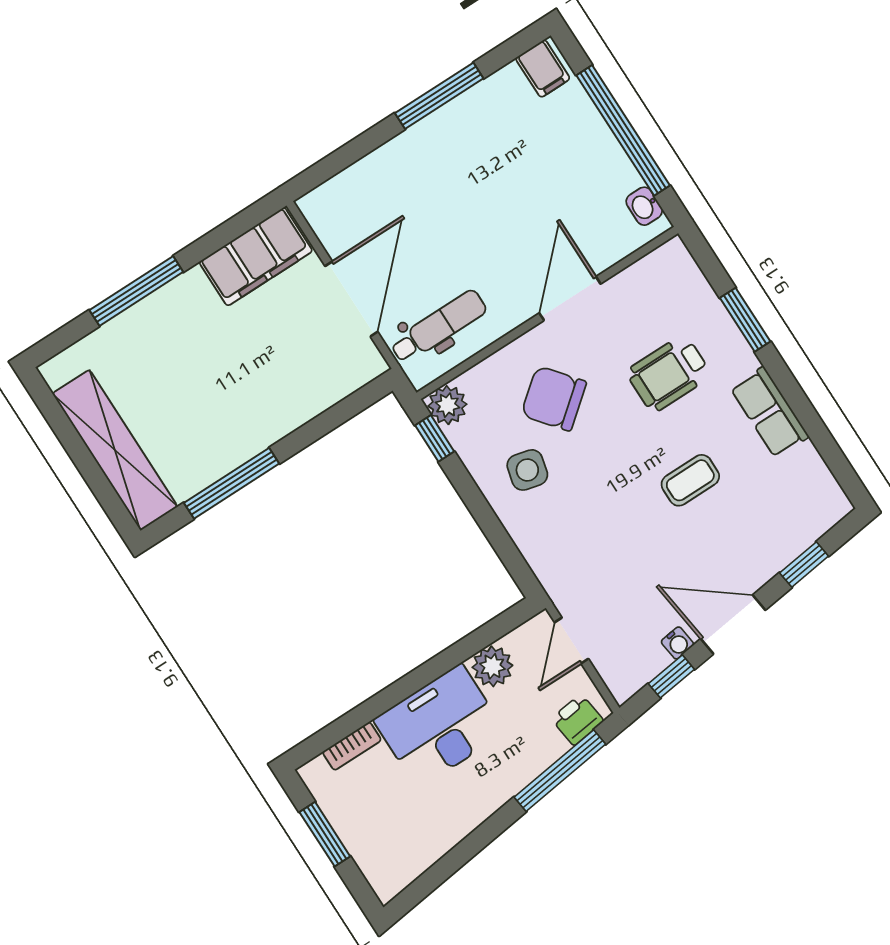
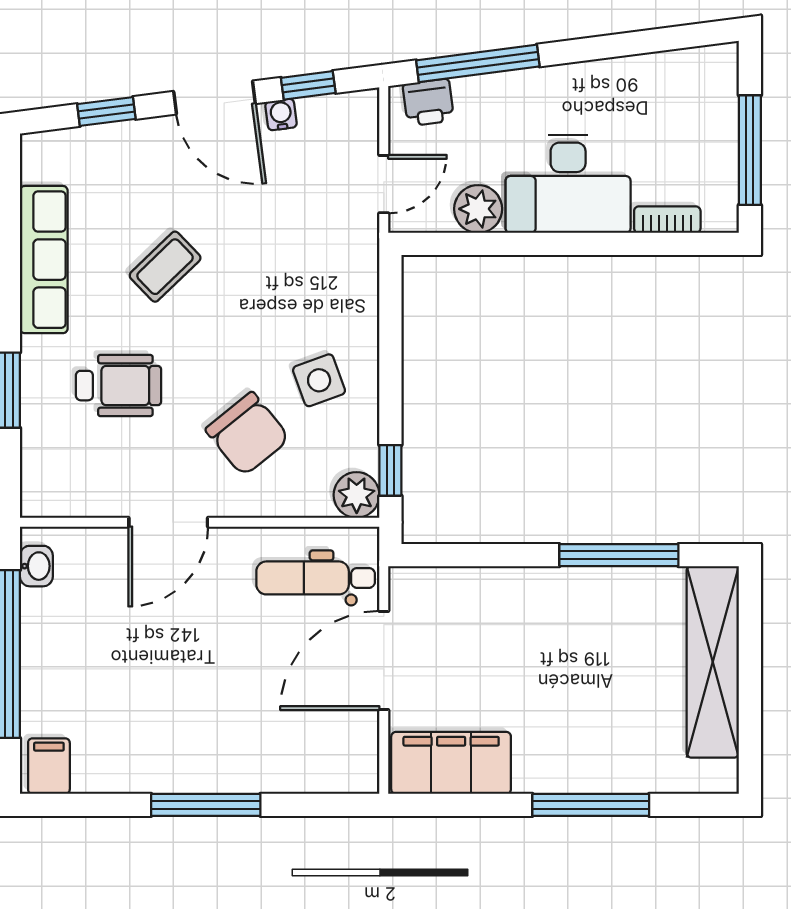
window: (439, 96) -> (206, 805), moved
row of seats: (769, 412) -> (44, 260), width x1.48
side table: (527, 470) -> (319, 380), turned -34
coffee table: (690, 480) -> (165, 267), turned -44
window: (325, 834) -> (750, 150), width x1.44

